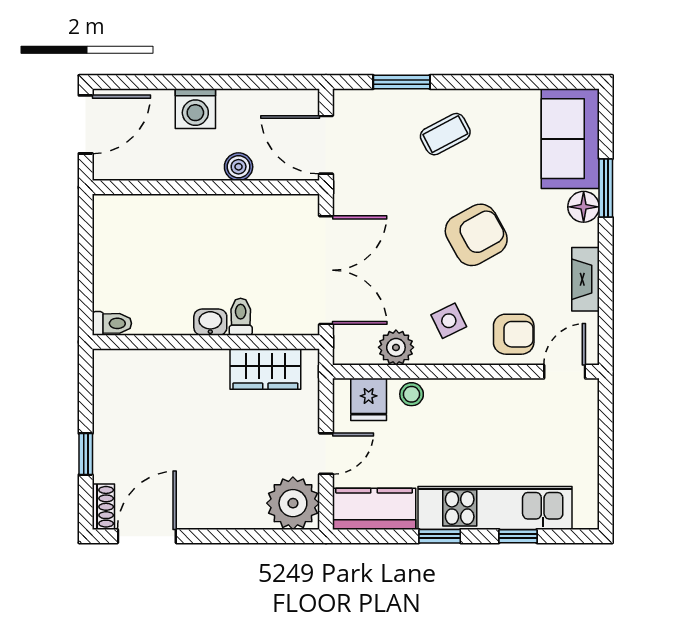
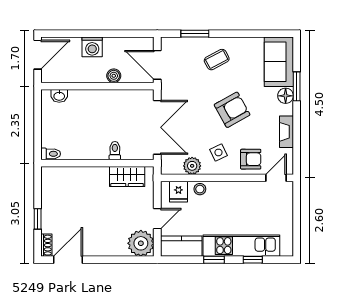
washbasin: (210, 322) -> (59, 96), moved, turned 180

